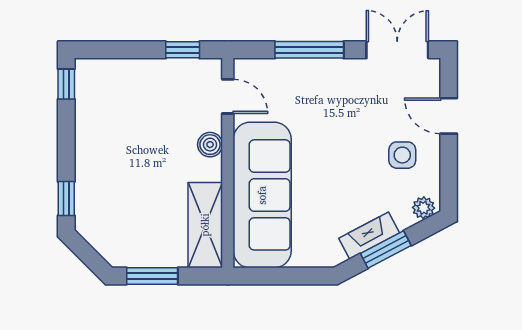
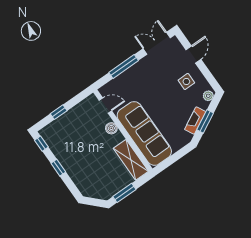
window: (183, 50) -> (59, 112), moved
door: (449, 116) -> (193, 55), swing flipped
window: (66, 199) -> (58, 168), moved

